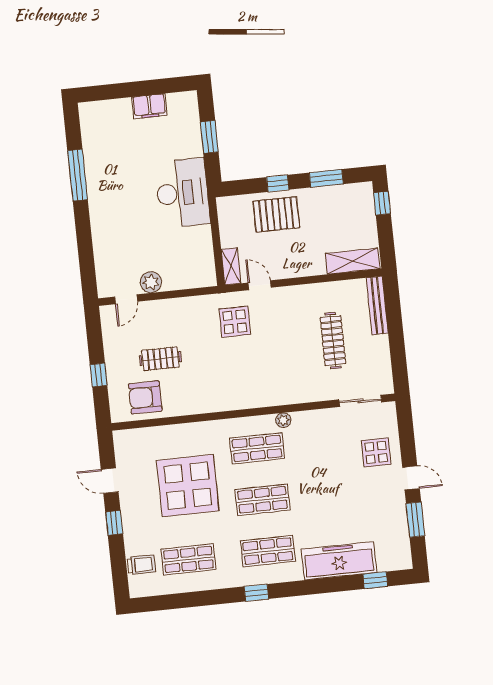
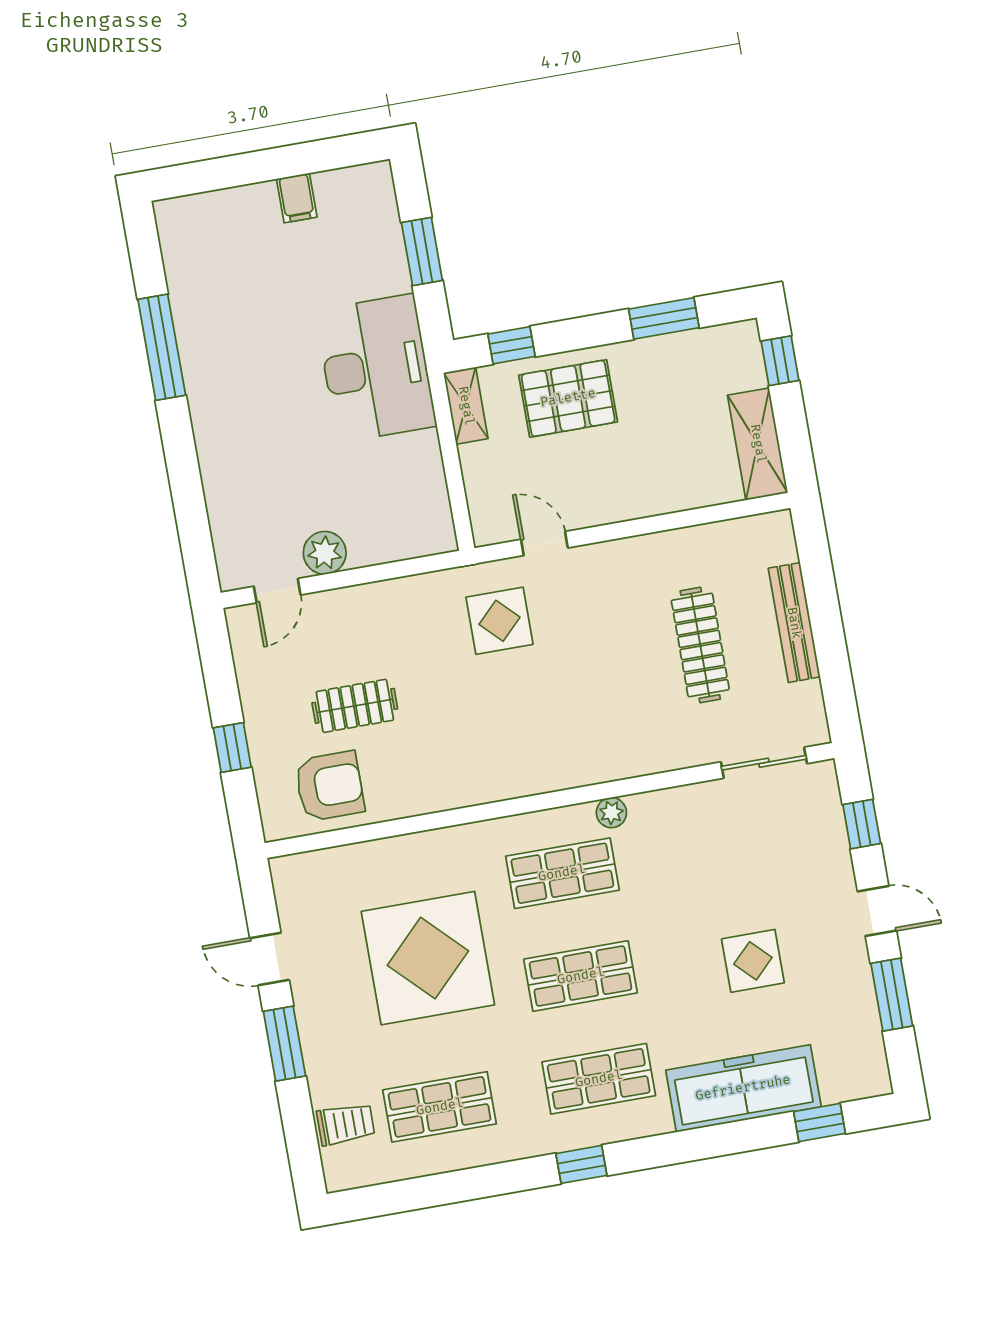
filing cabinet: (149, 106) -> (297, 198), width x0.50
window: (278, 183) -> (512, 345), moved
shelving: (353, 261) -> (758, 444), moved, turned 90
shelving: (231, 266) -> (466, 406), moved
bench: (377, 305) -> (794, 623), moved
armchair: (145, 397) -> (330, 786), turned 180
window: (406, 434) -> (862, 824), added
display table: (376, 452) -> (753, 961), moved
window: (114, 523) -> (284, 1044), width x1.50

